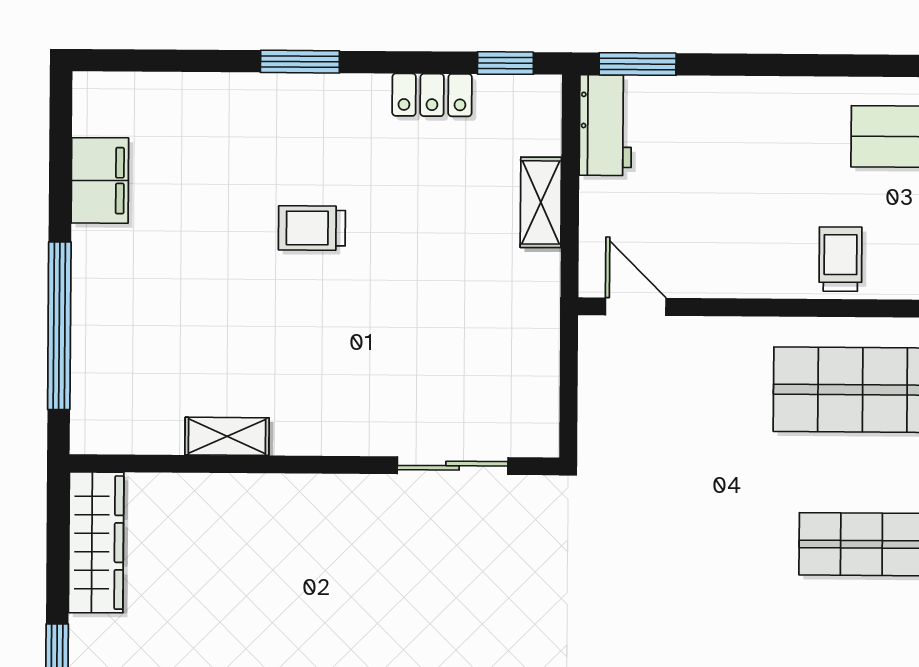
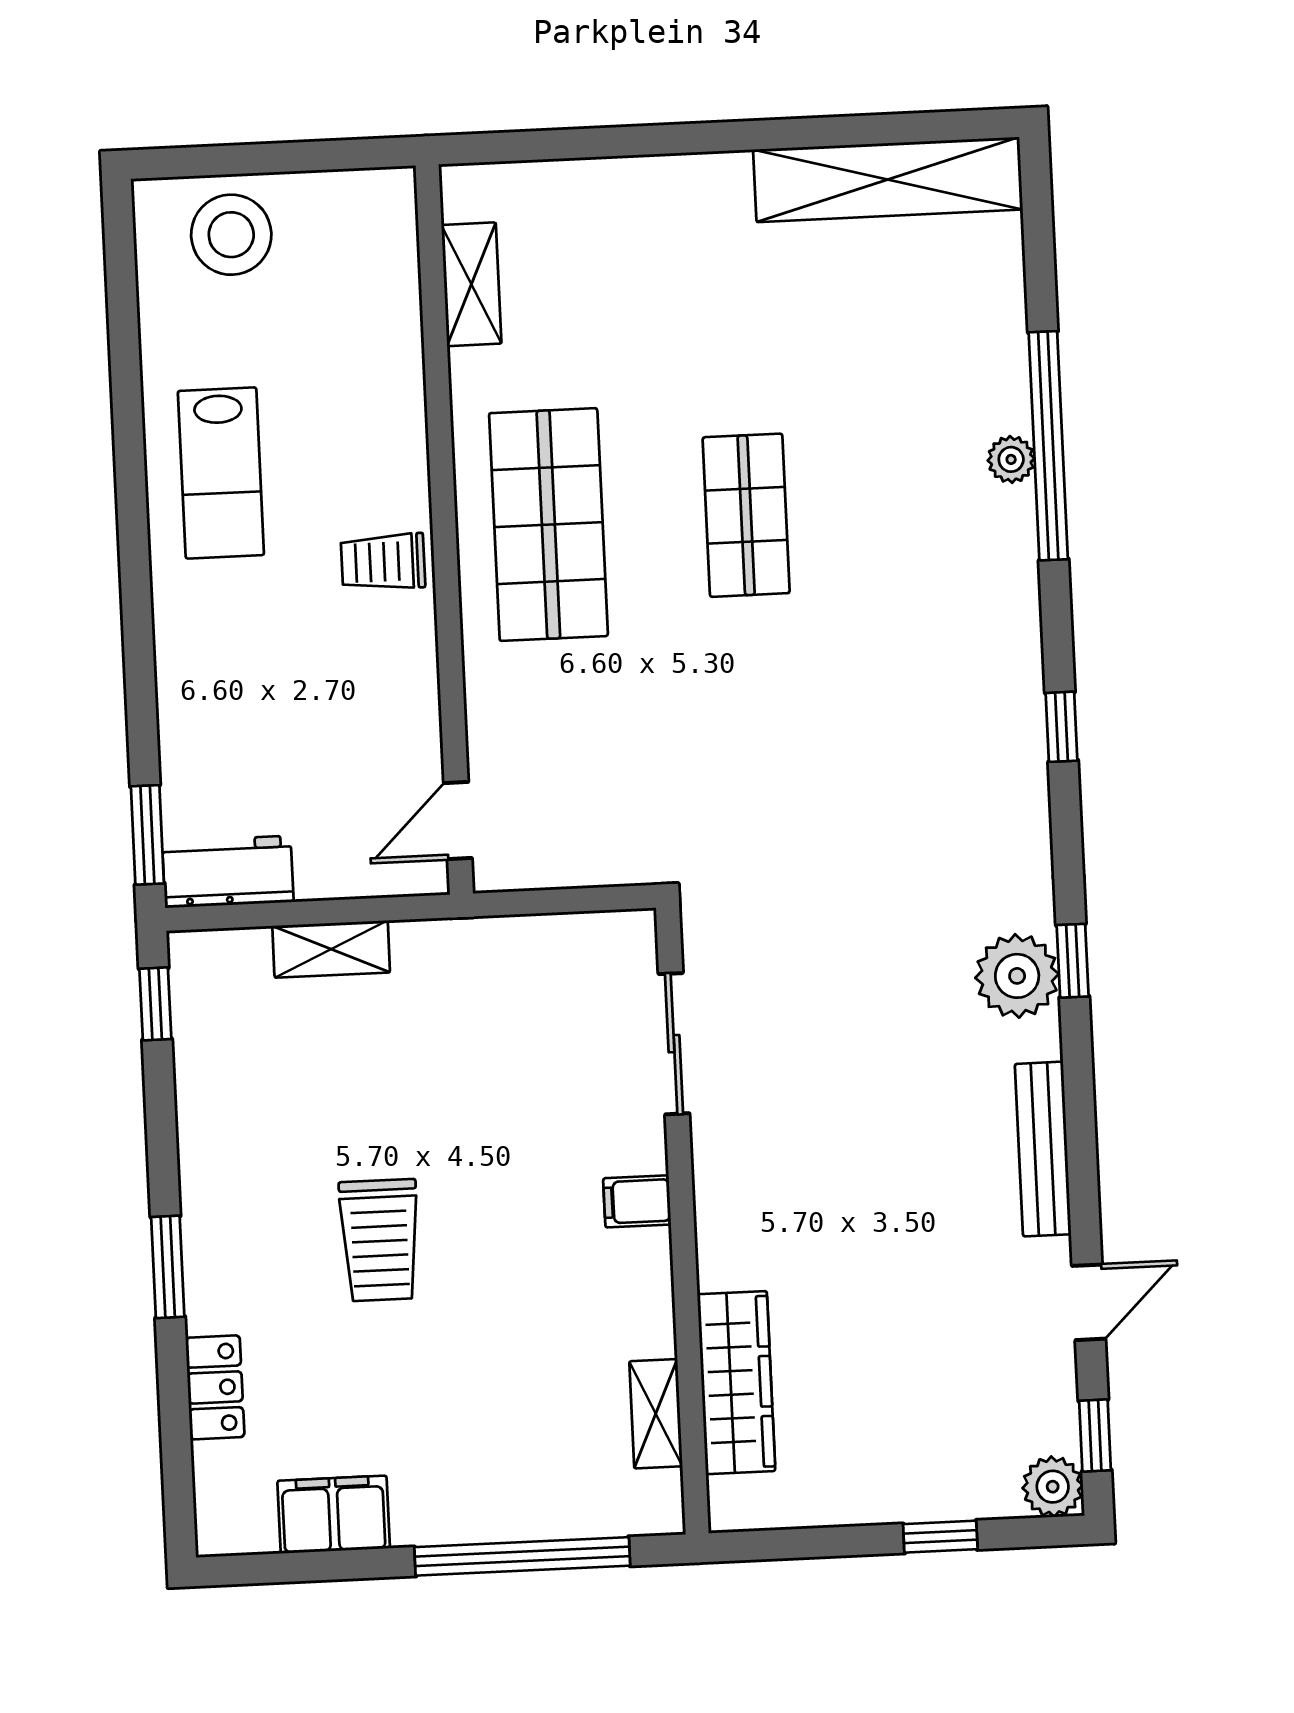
locker: (432, 95) -> (215, 1387), moved
trolley: (312, 228) -> (380, 1240), width x1.36, depth x1.39
filing cabinet: (331, 430) -> (637, 1201), added
shelving: (227, 436) -> (656, 1414), moved
wardrobe: (96, 542) -> (736, 1383), moved, turned 90

